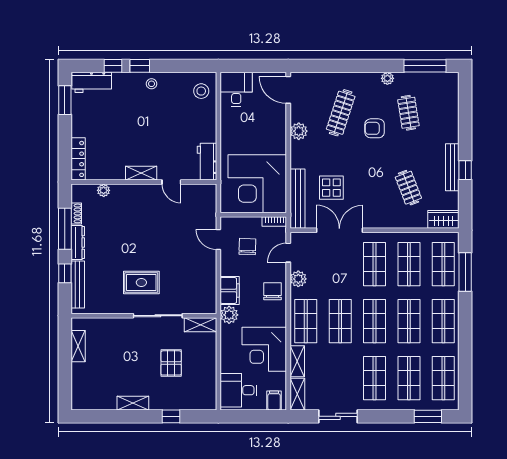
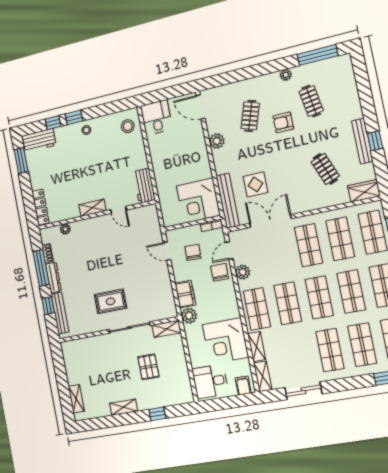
clothes rail: (341, 113) -> (250, 116), width x0.73
corner desk: (257, 184) -> (198, 201), width x0.74, depth x0.74
chair: (272, 291) -> (220, 272), moved
shelving: (78, 346) -> (76, 399), moved

